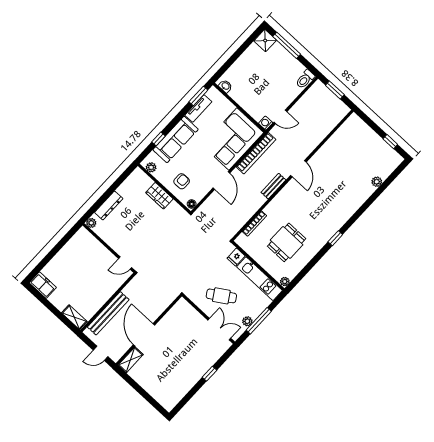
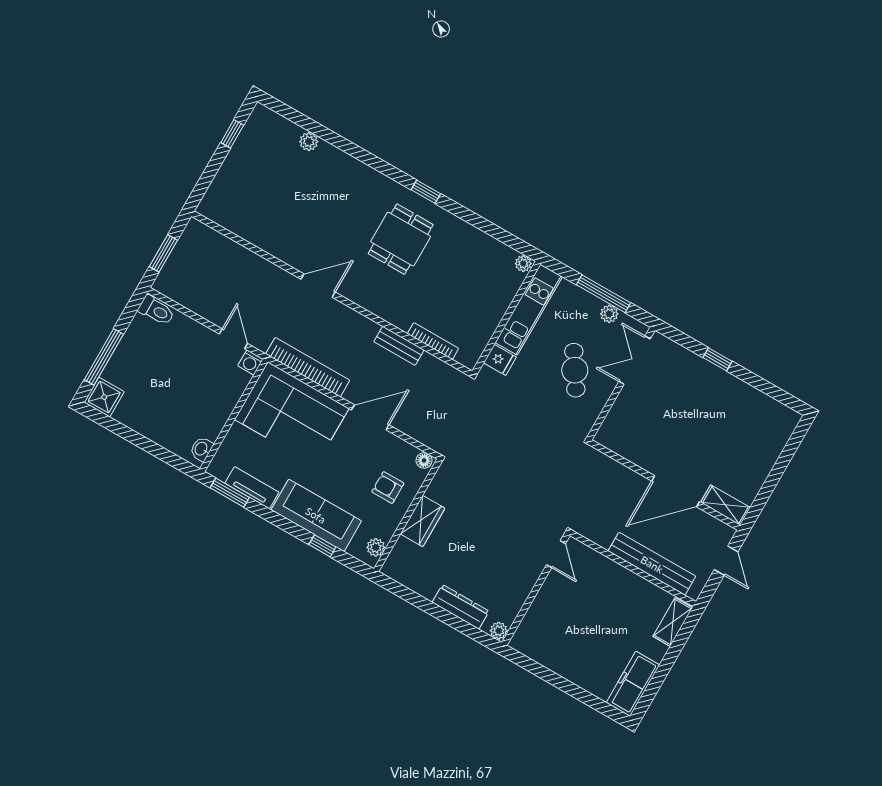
bench: (273, 186) -> (399, 346), moved
dining table: (287, 242) -> (401, 239), moved, turned 90
freezer: (43, 285) -> (633, 684), width x1.40

